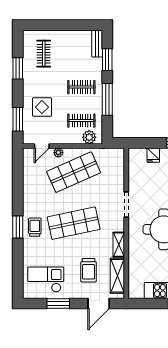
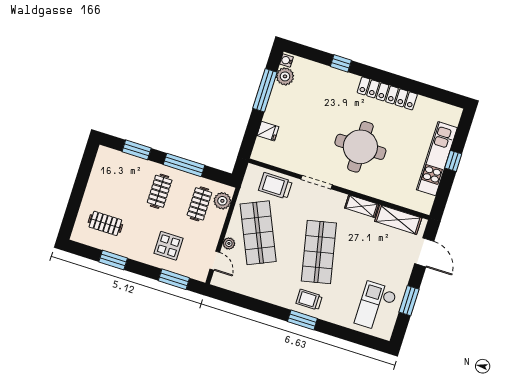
bench: (97, 44) -> (114, 156), removed
trolley: (88, 270) -> (275, 186), moved, turned 180

